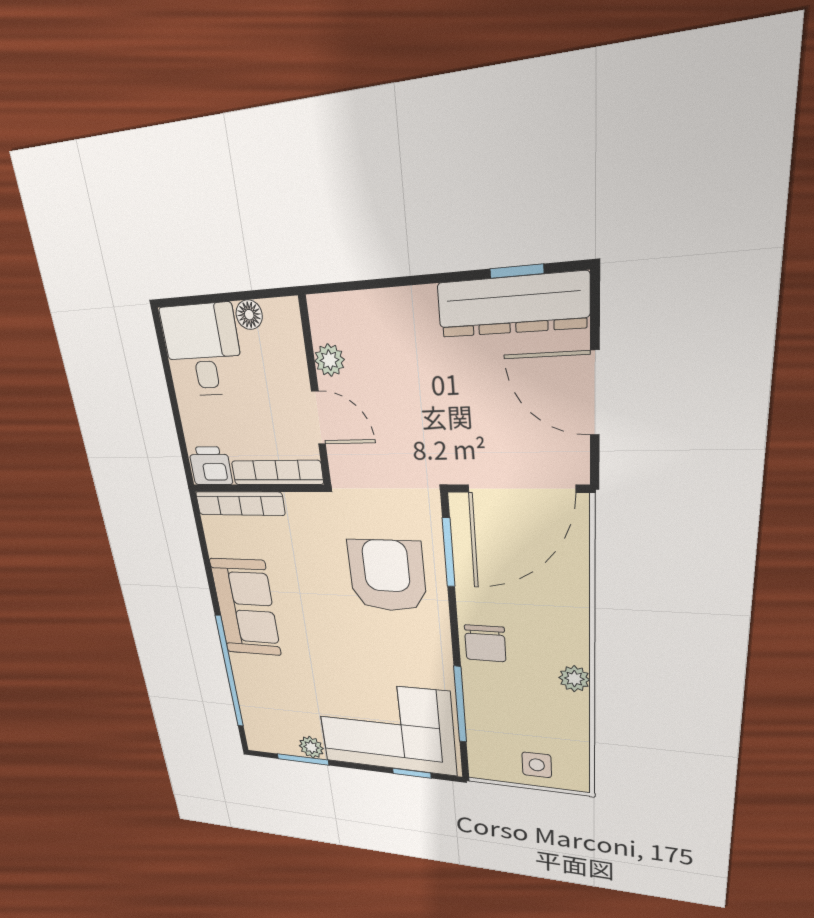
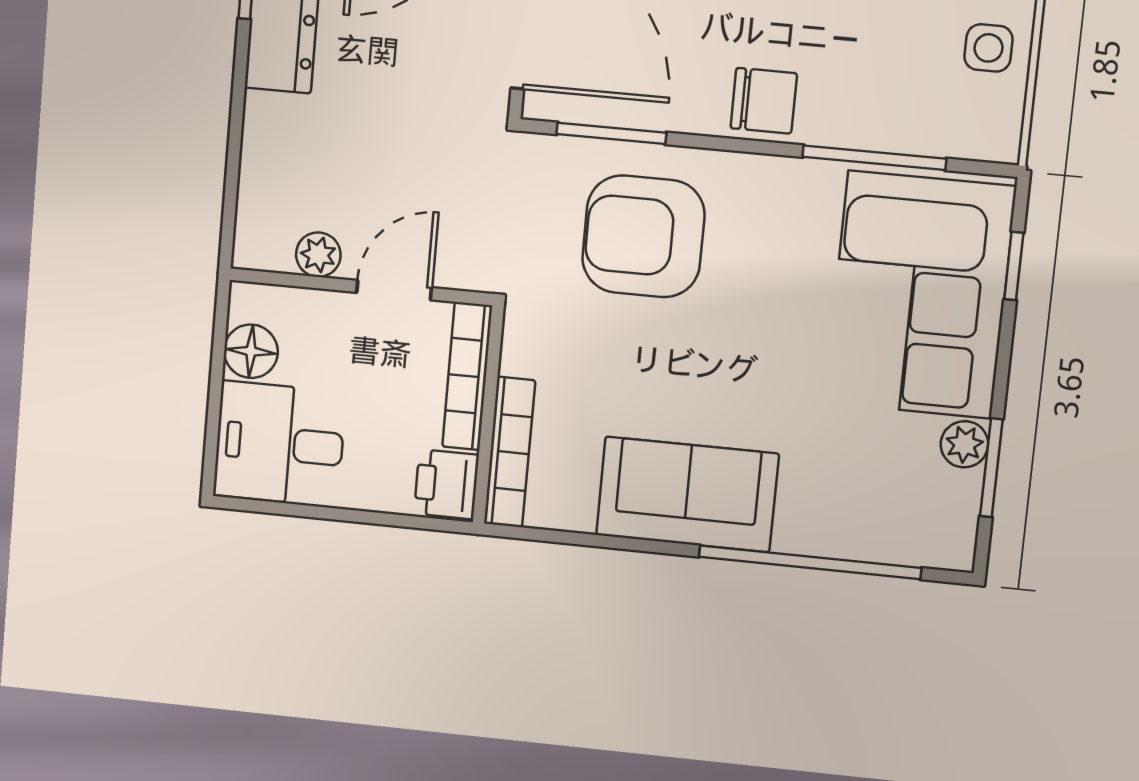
floor lamp: (249, 315) -> (251, 351), width x1.37, depth x1.37

